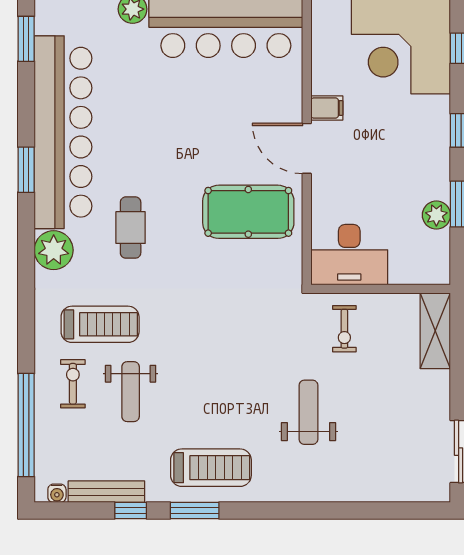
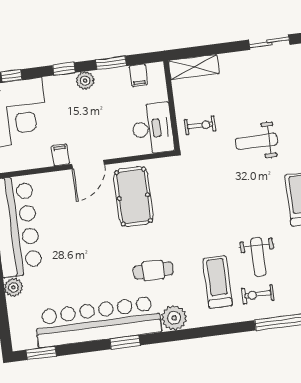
plant: (436, 215) -> (85, 81), moved
filing cabinet: (434, 244) -> (138, 75), added
weight bench: (131, 392) -> (258, 257), turned 90

